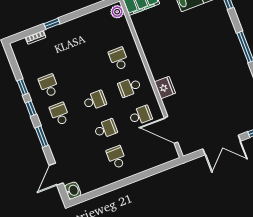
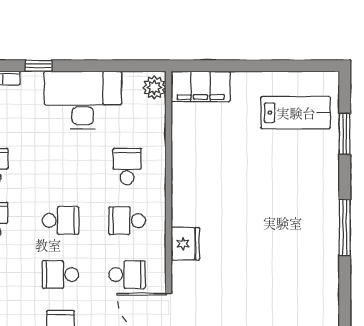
desk: (82, 33) -> (83, 100), added
school desk: (106, 129) -> (60, 275), turned 180

